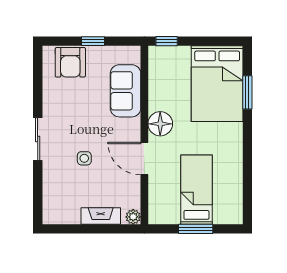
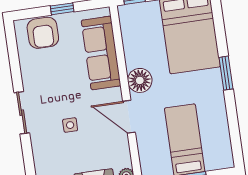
sofa: (126, 91) -> (101, 53), width x1.36
window: (247, 92) -> (226, 73), moved

